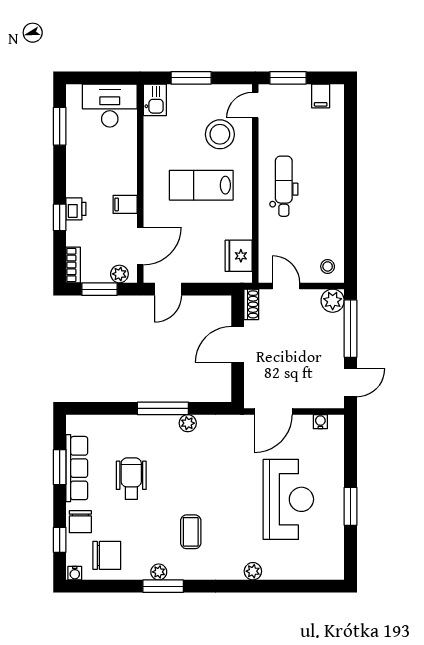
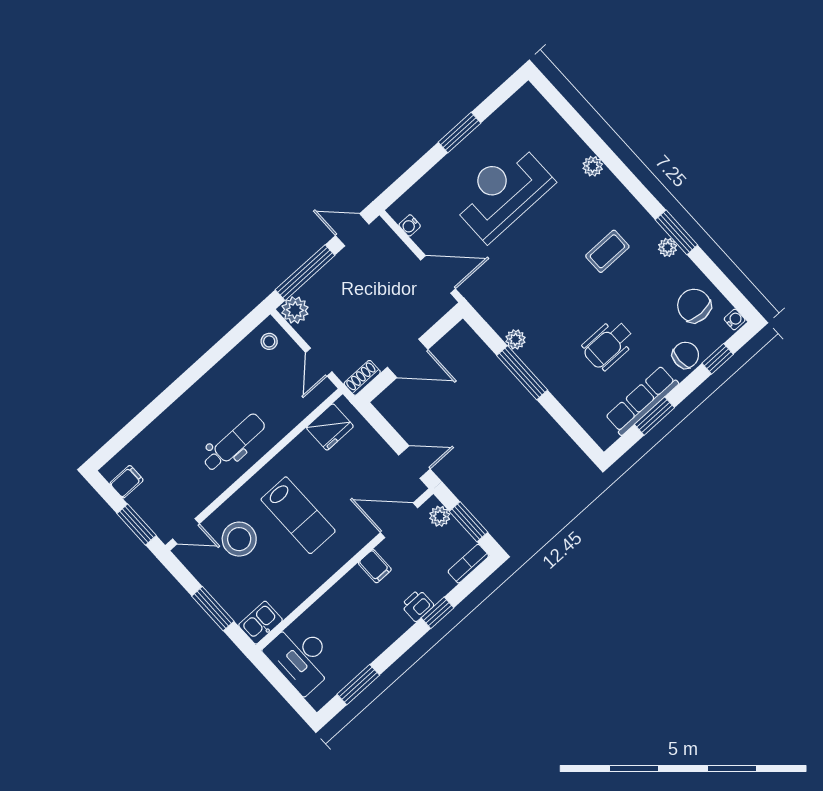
dental chair: (284, 186) -> (234, 443), turned 180

